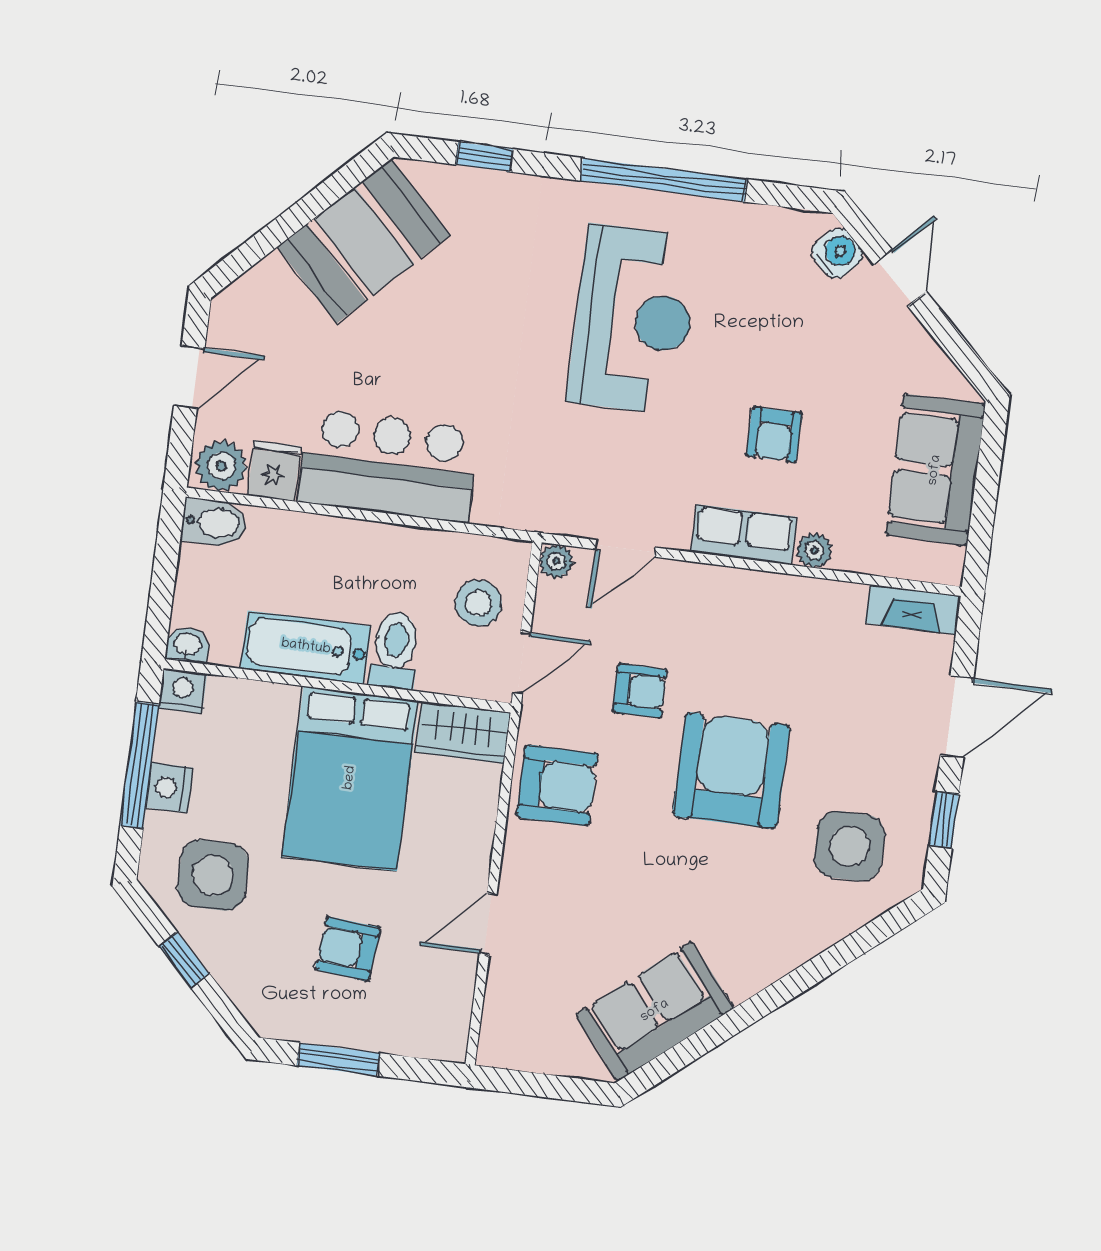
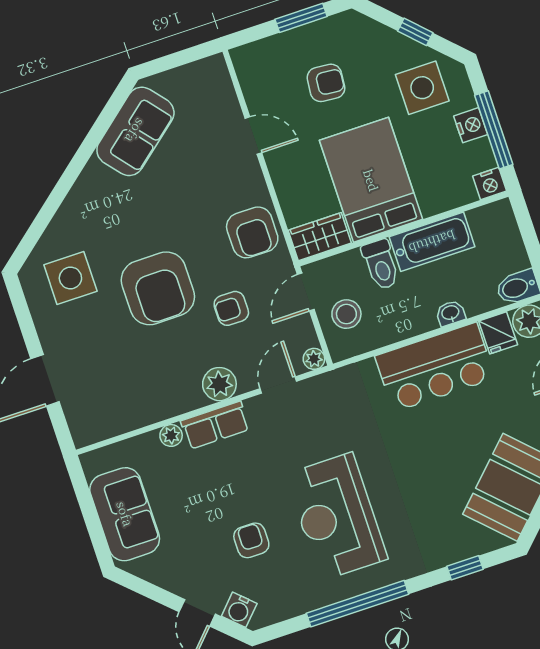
armchair: (774, 435) -> (251, 540), moved
plant: (709, 591) -> (219, 384), added
fireplace: (913, 610) -> (99, 429), removed
washbasin: (188, 645) -> (450, 313), moved, turned 180
armchair: (557, 785) -> (252, 232), turned -90
window: (944, 820) -> (24, 319), removed
door: (488, 924) -> (253, 135), hinge flipped

